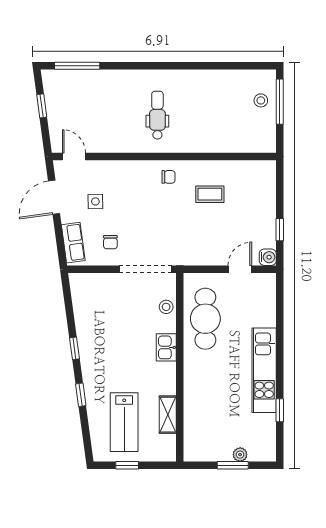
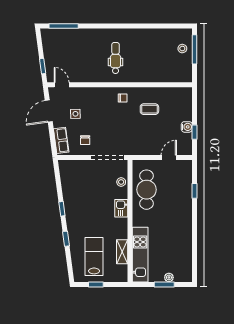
window: (42, 106) -> (43, 66), moved
water cooler: (268, 257) -> (187, 127), moved
kitchen unit: (264, 370) -> (140, 255), moved, turned 180
window: (280, 410) -> (195, 191), moved
lab bench: (124, 422) -> (94, 256), turned 180

